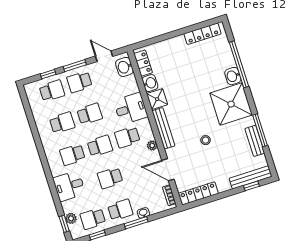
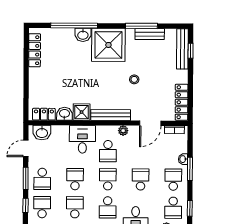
school desk: (110, 178) -> (141, 179), turned 180

